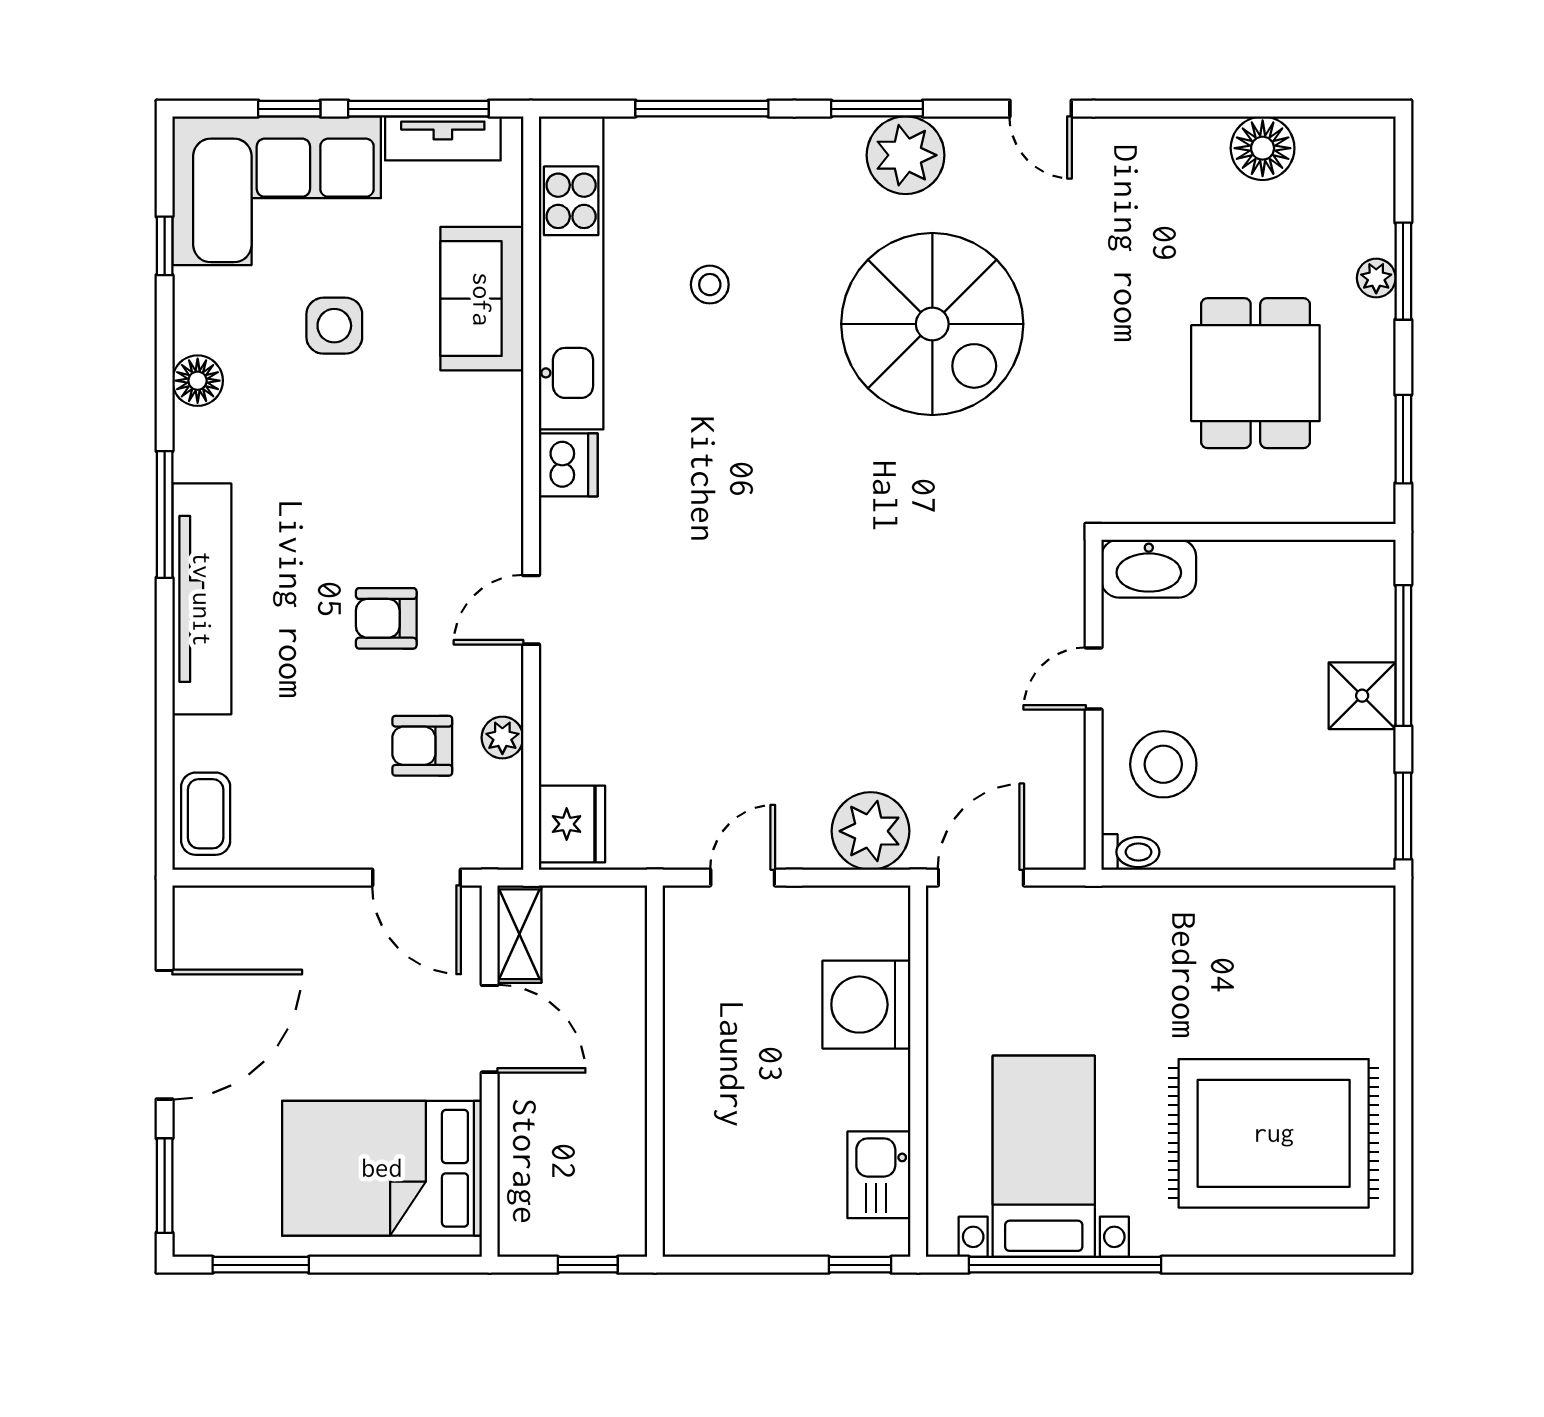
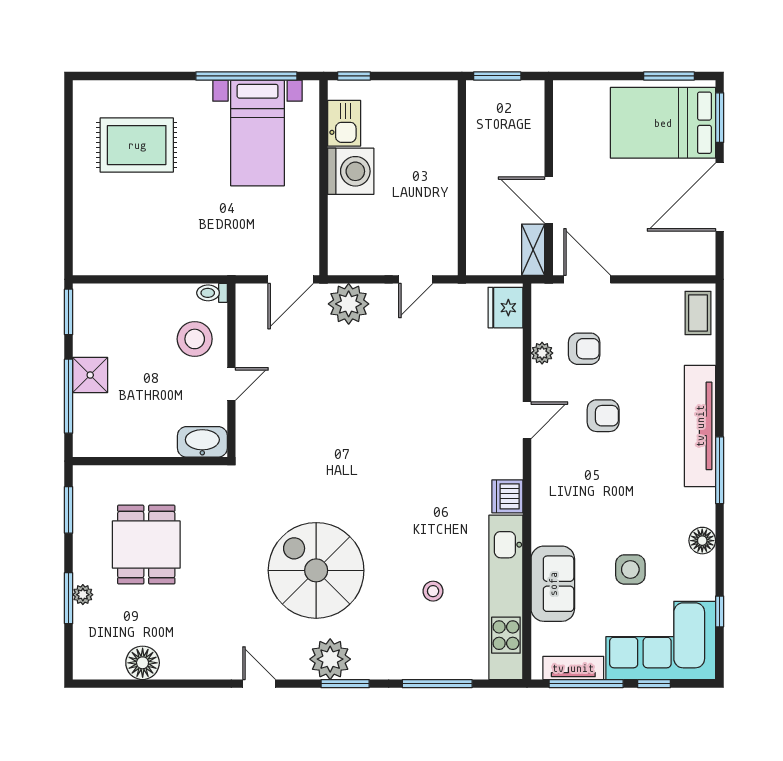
washing machine: (866, 1005) -> (351, 171), moved
rug: (1274, 1133) -> (137, 145), width x0.73, depth x0.69
bed: (382, 1168) -> (663, 123), moved, turned 180
window: (588, 1265) -> (497, 76), width x1.50

